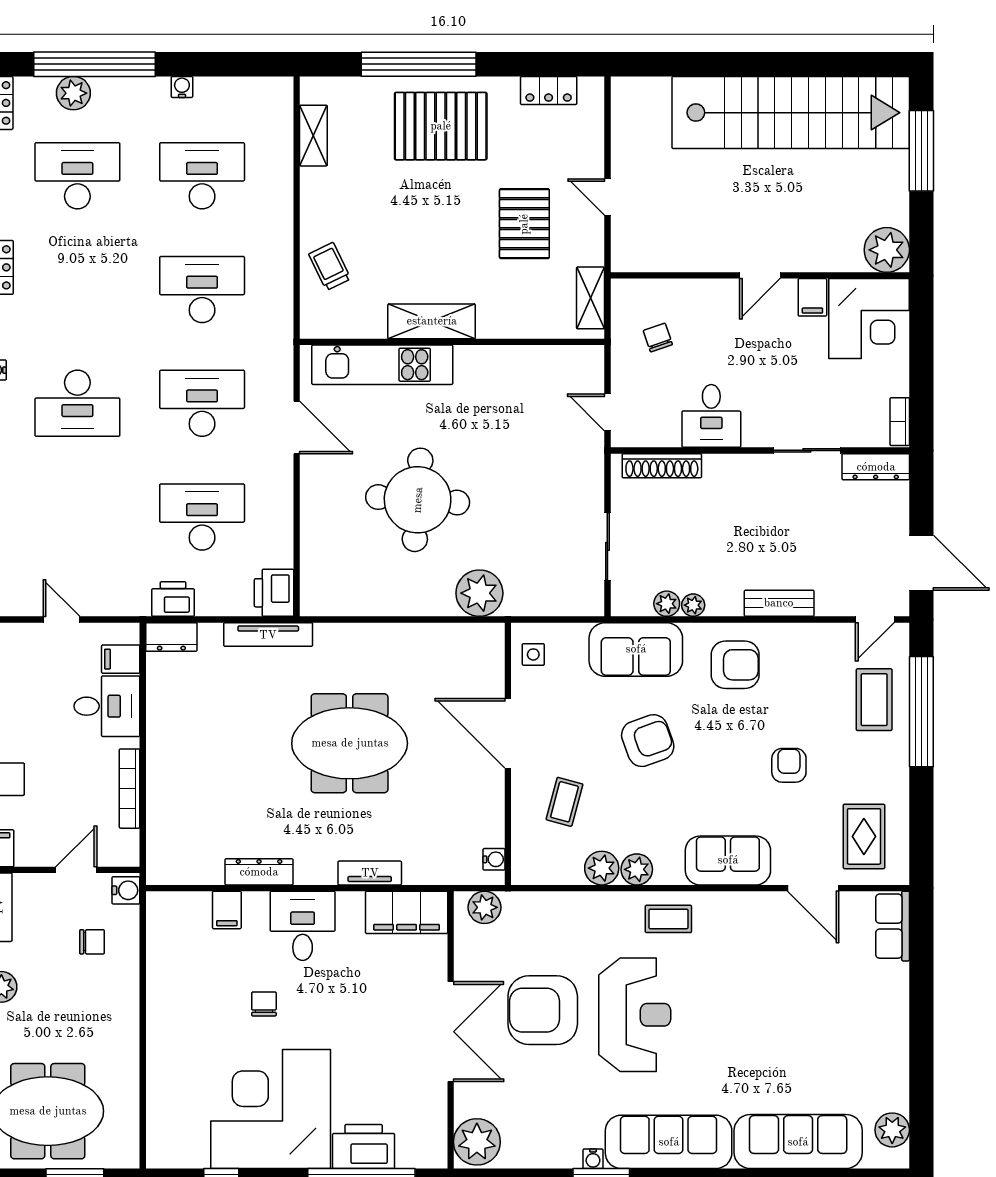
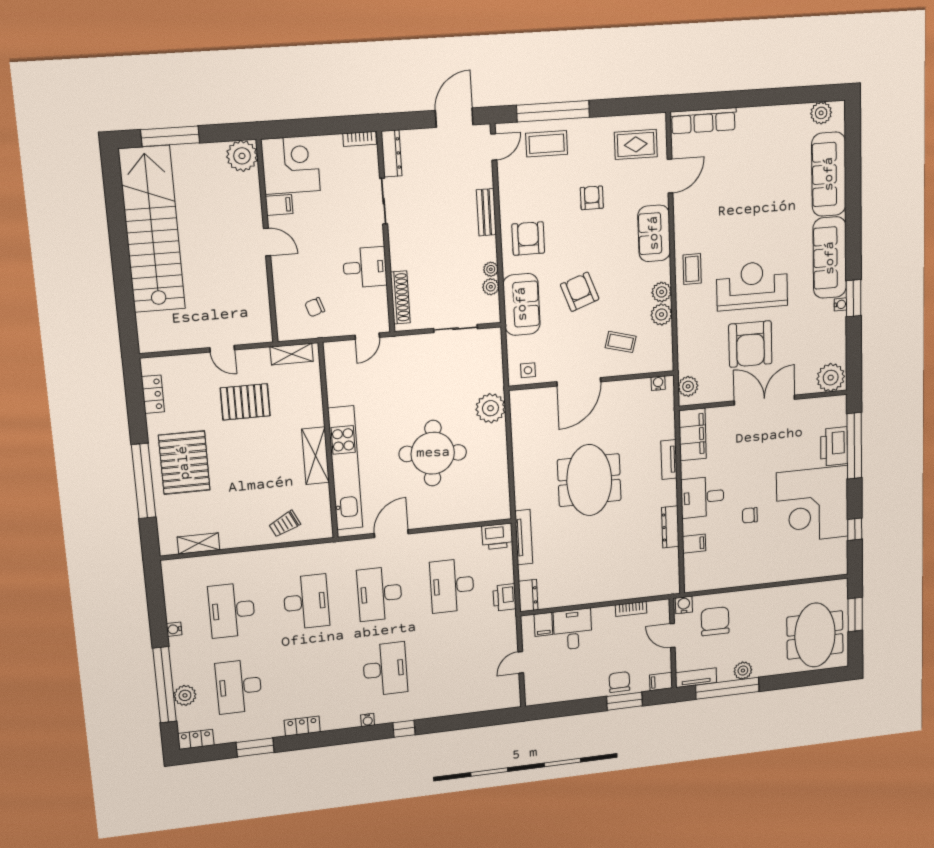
door: (607, 197) -> (222, 349), hinge flipped
desk: (202, 290) -> (306, 602), turned 180
kitchen unit: (382, 365) -> (345, 468), width x1.36
door: (875, 619) -> (494, 147), hinge flipped
armchair: (789, 765) -> (592, 198), turned 90
bookcase: (130, 789) -> (631, 609), width x0.64
row of seats: (893, 926) -> (703, 121), width x1.48
chair: (92, 942) -> (715, 621), width x1.87, depth x1.87

